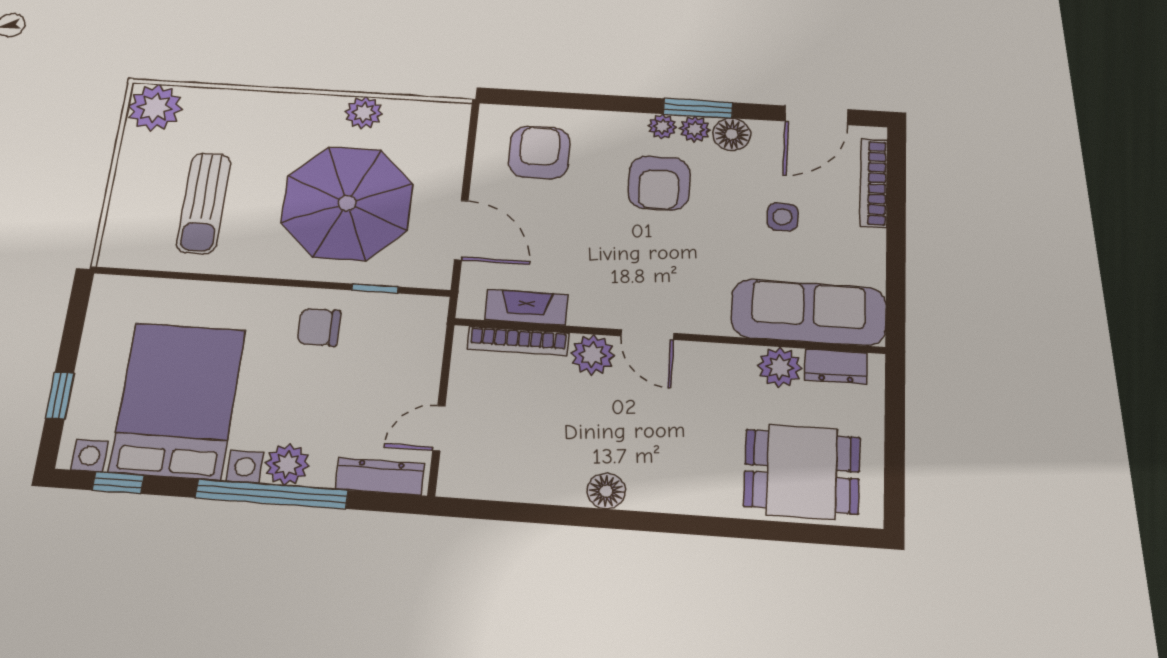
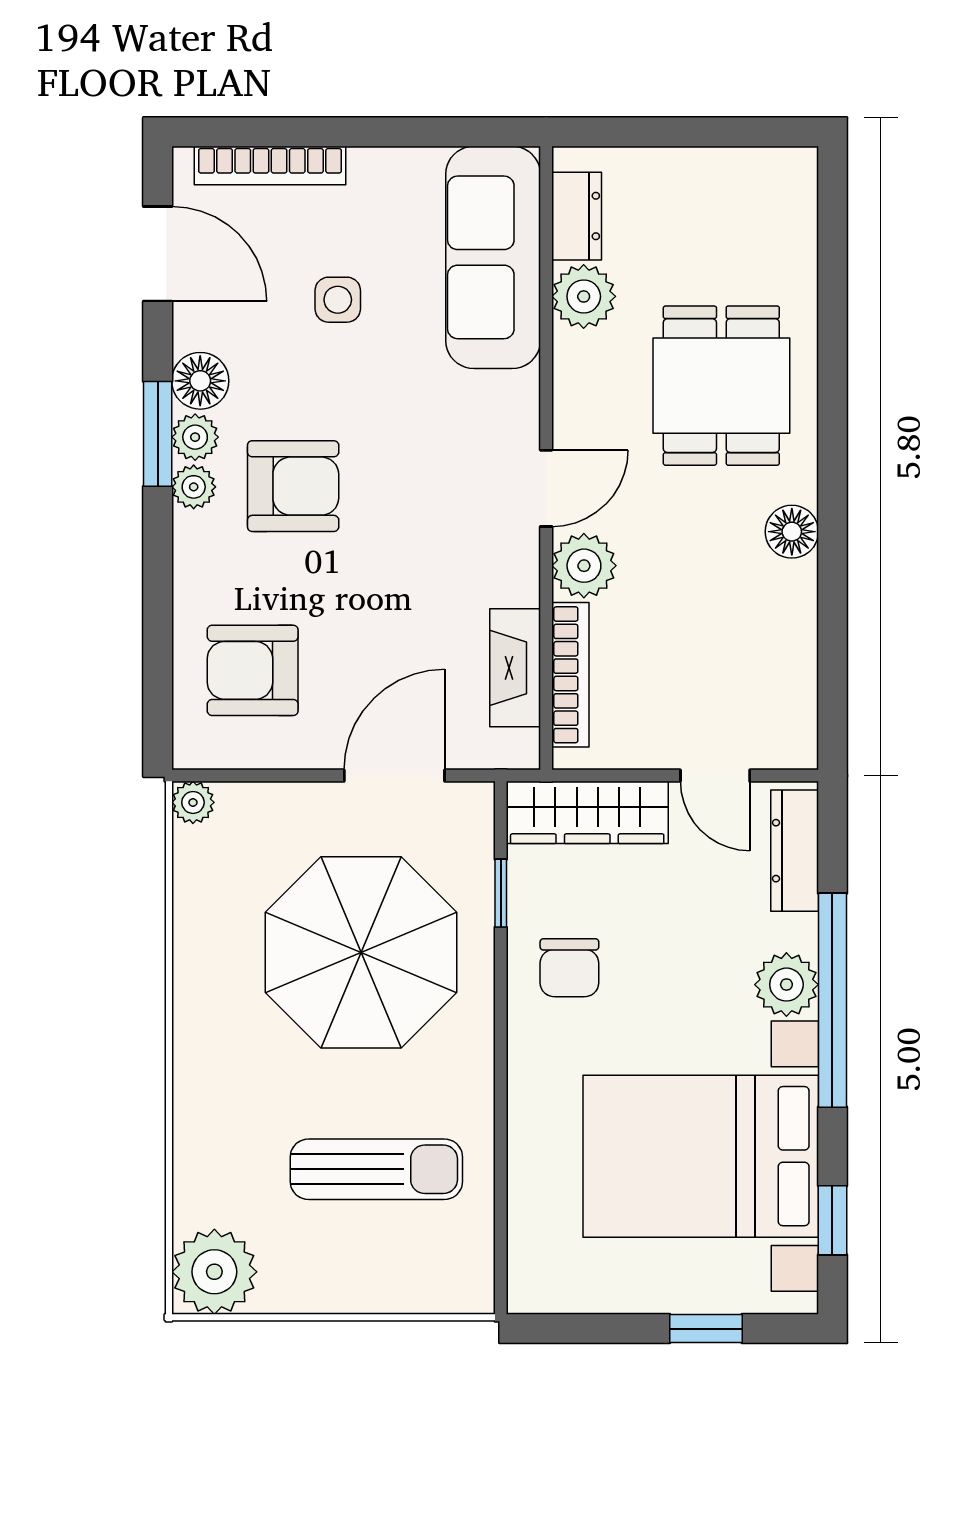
plant: (364, 113) -> (193, 802), moved, width x0.73, depth x0.73
wardrobe: (423, 345) -> (587, 812), added
dining table: (802, 472) -> (721, 386), moved

